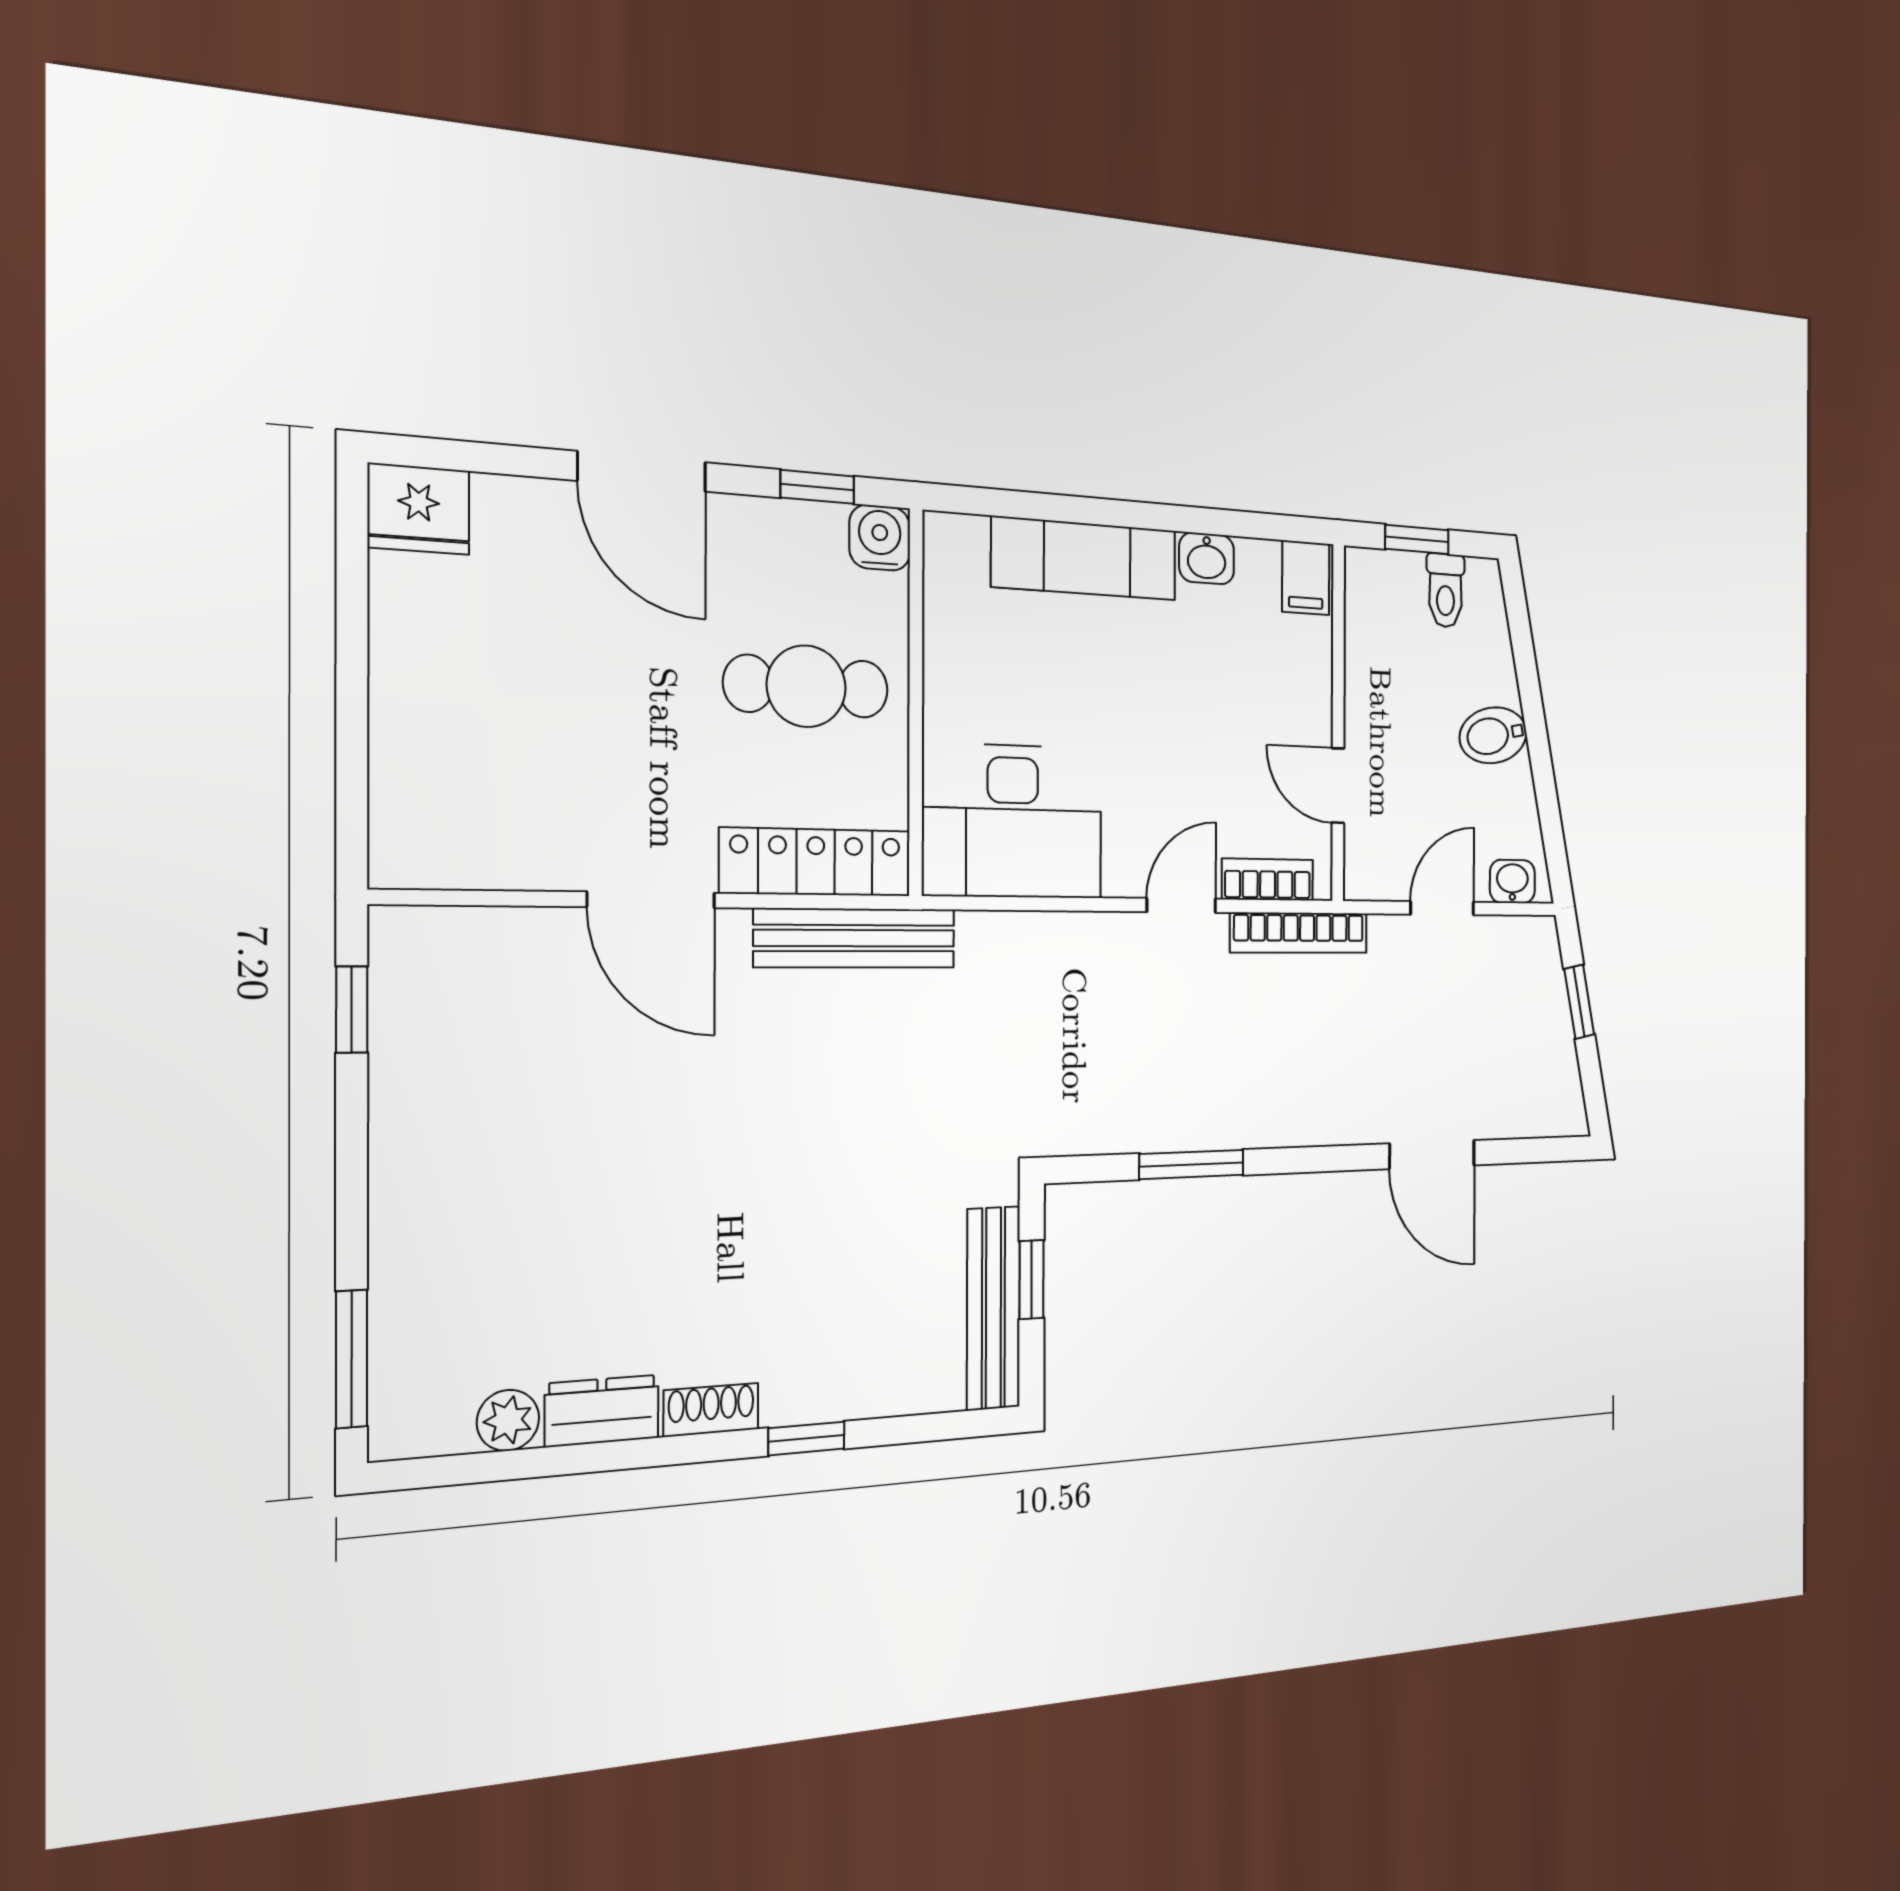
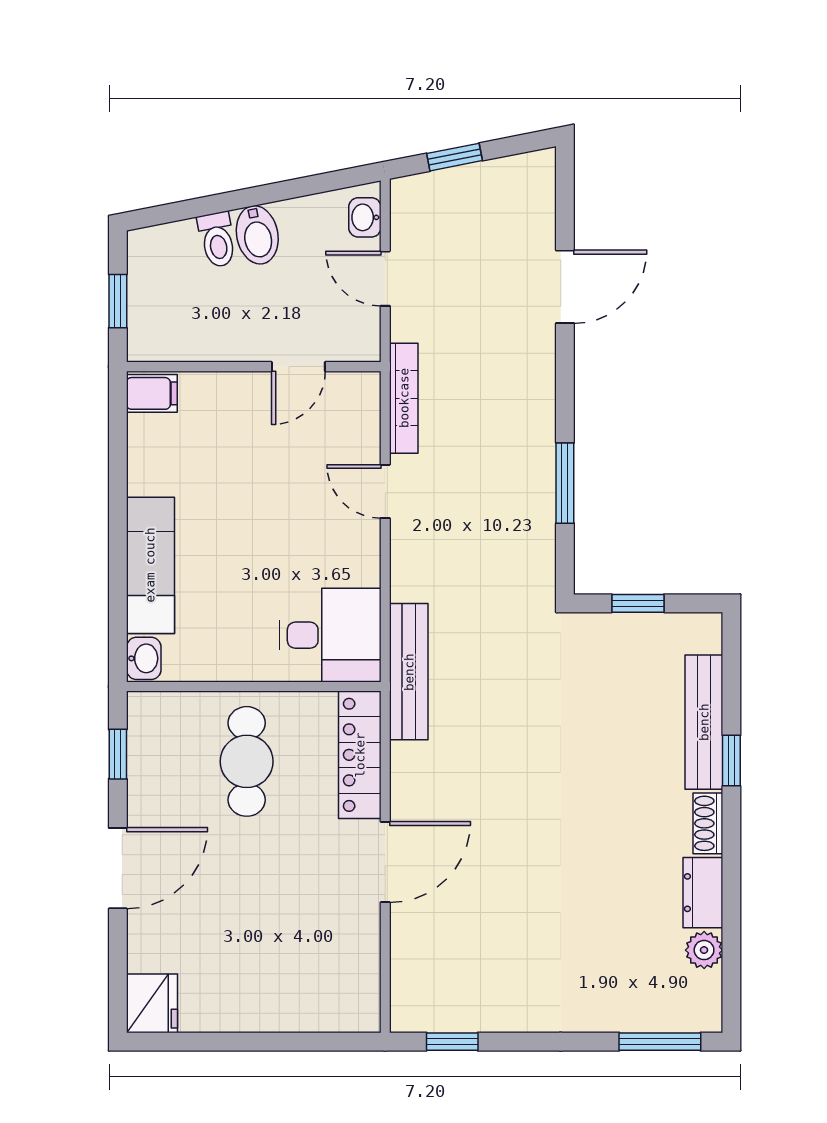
water cooler: (880, 538) -> (147, 712), removed
washbasin: (1207, 558) -> (144, 658), moved
toilet: (1446, 590) -> (217, 240), moved, turned 79
desk: (1013, 821) -> (330, 635), width x0.73
bookcase: (1268, 880) -> (366, 424), removed
bench: (855, 938) -> (409, 672), moved
bench: (993, 1308) -> (704, 722), moved, turned 90

